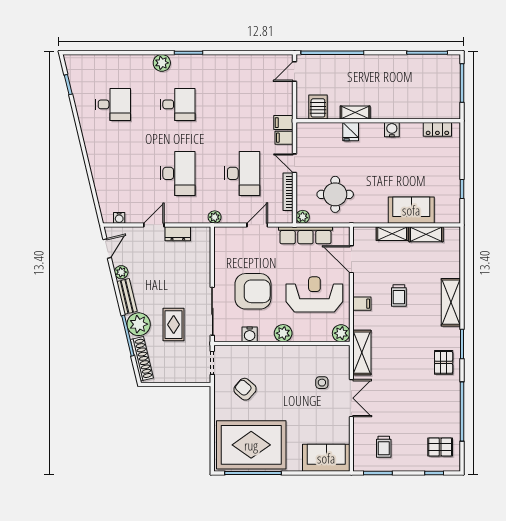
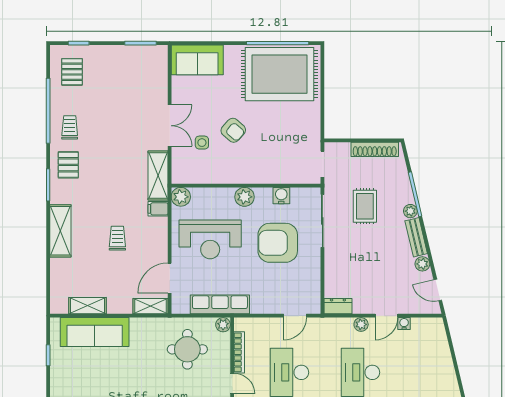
sofa: (411, 210) -> (95, 332), width x1.36
plant: (215, 217) -> (361, 324), moved
water cooler: (119, 218) -> (404, 324), moved
door: (257, 225) -> (295, 316), moved
dresser: (178, 234) -> (338, 306), moved
shelving: (392, 234) -> (151, 306), moved
door: (107, 248) -> (438, 290), hinge flipped
door: (351, 259) -> (170, 278), swing flipped
filing cabinet: (362, 304) -> (158, 209), moved
plant: (139, 324) -> (410, 211), width x0.53, depth x0.53
shoe rack: (142, 359) -> (375, 149), moved, turned -77
armchair: (245, 389) -> (233, 130), moved
double door: (351, 398) -> (170, 126), swing flipped
trolley: (384, 447) -> (70, 127), moved
pallet: (440, 447) -> (72, 72), turned 90

